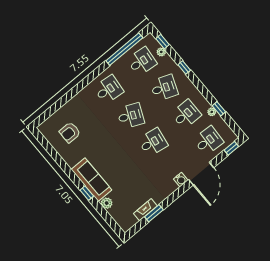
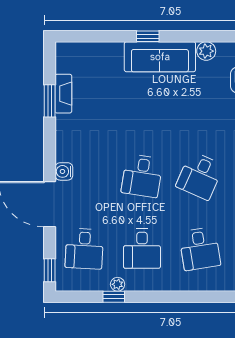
window: (184, 67) -> (204, 297), removed
desk: (164, 88) -> (200, 249), turned -30
plant: (107, 203) -> (206, 51), moved

